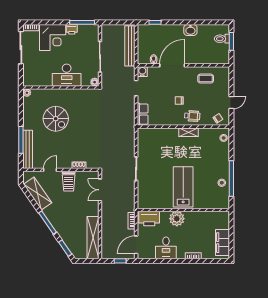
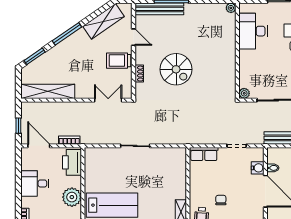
water cooler: (142, 72) -> (258, 168), moved
desk: (67, 75) -> (253, 31), moved
spiral stairs: (56, 119) -> (176, 69), moved, turned -90

